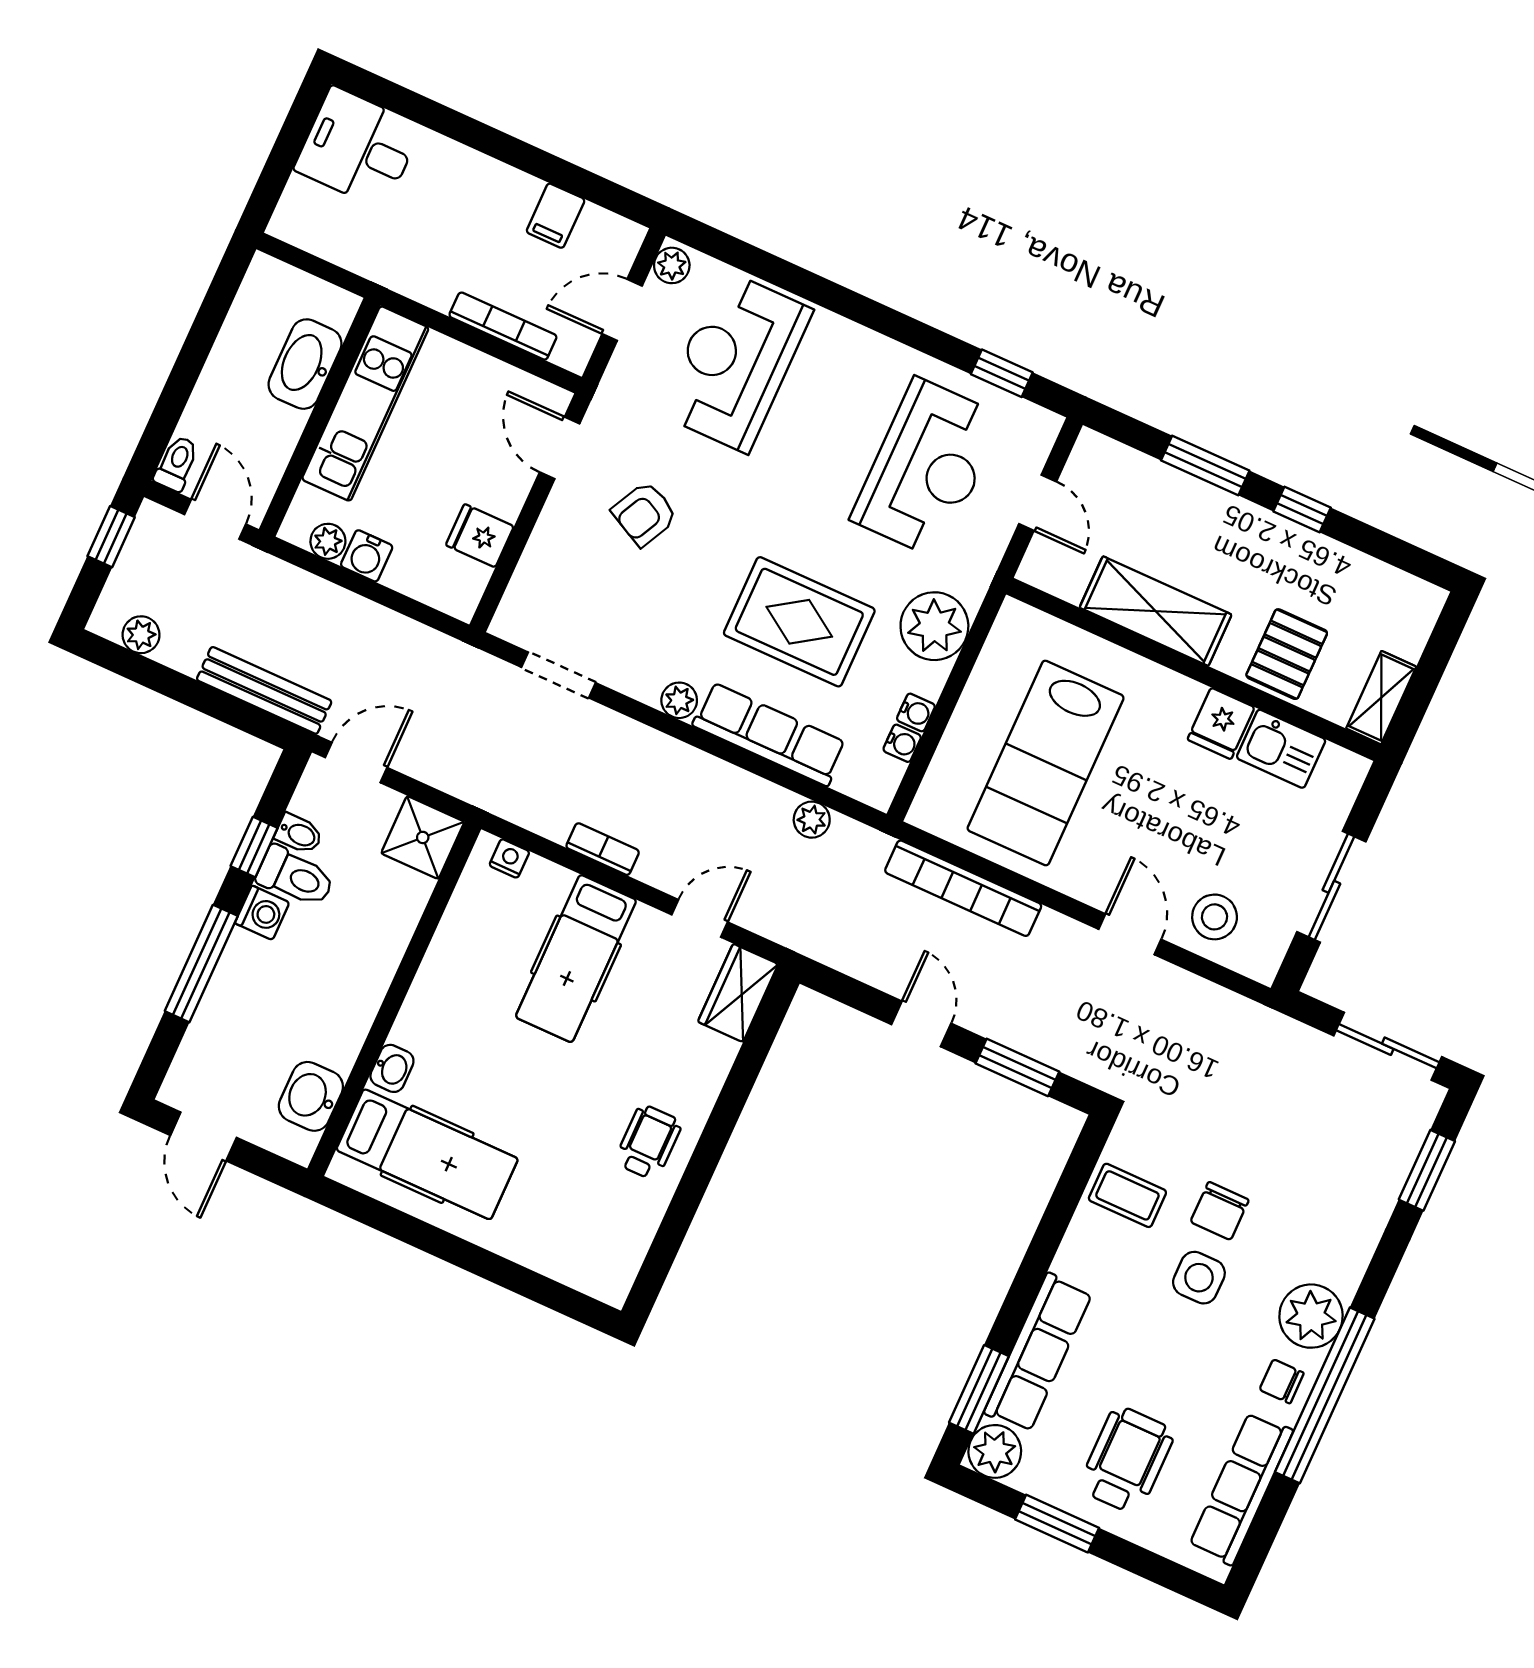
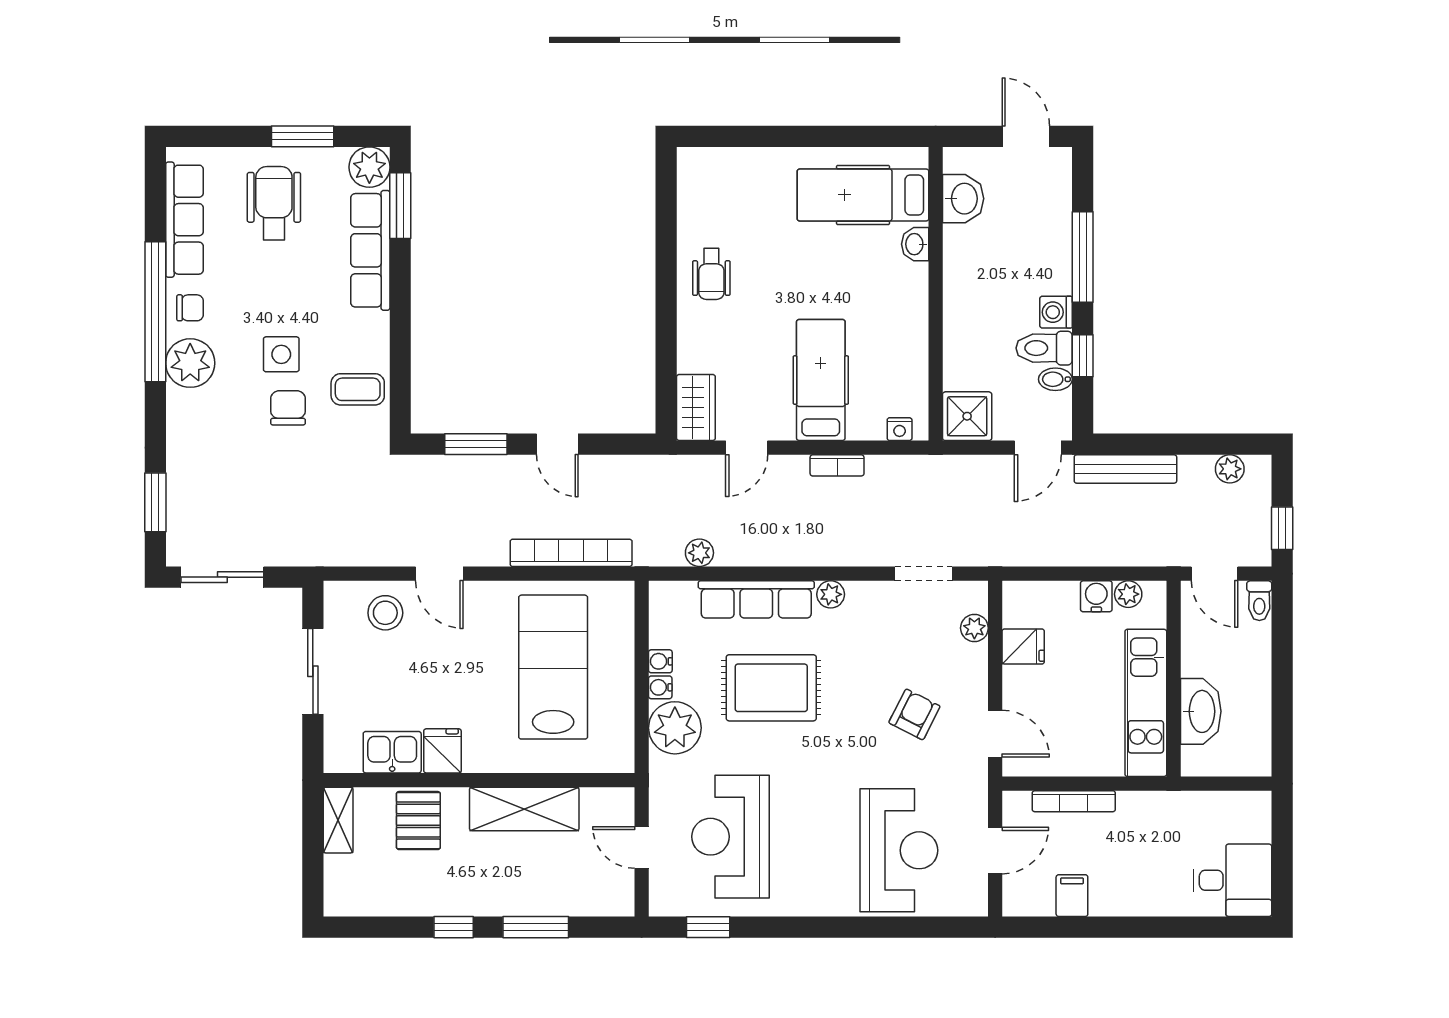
plant: (672, 265) -> (974, 628), moved
water cooler: (902, 743) -> (660, 687), moved
wheelchair: (1127, 1460) -> (274, 203), turned 180

